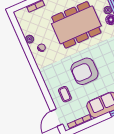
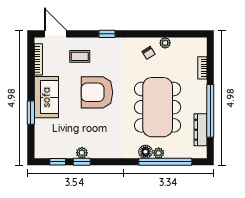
armchair: (85, 71) -> (97, 92), turned -90
window: (41, 82) -> (107, 34), added

